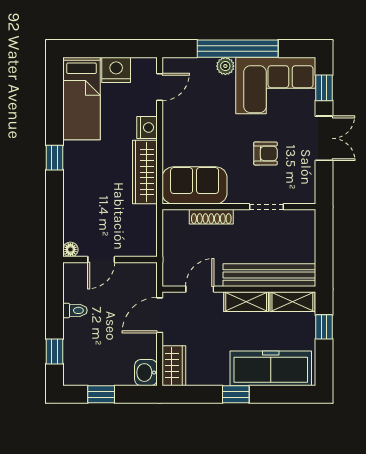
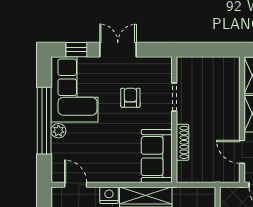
bench: (269, 275) -> (230, 95), removed

